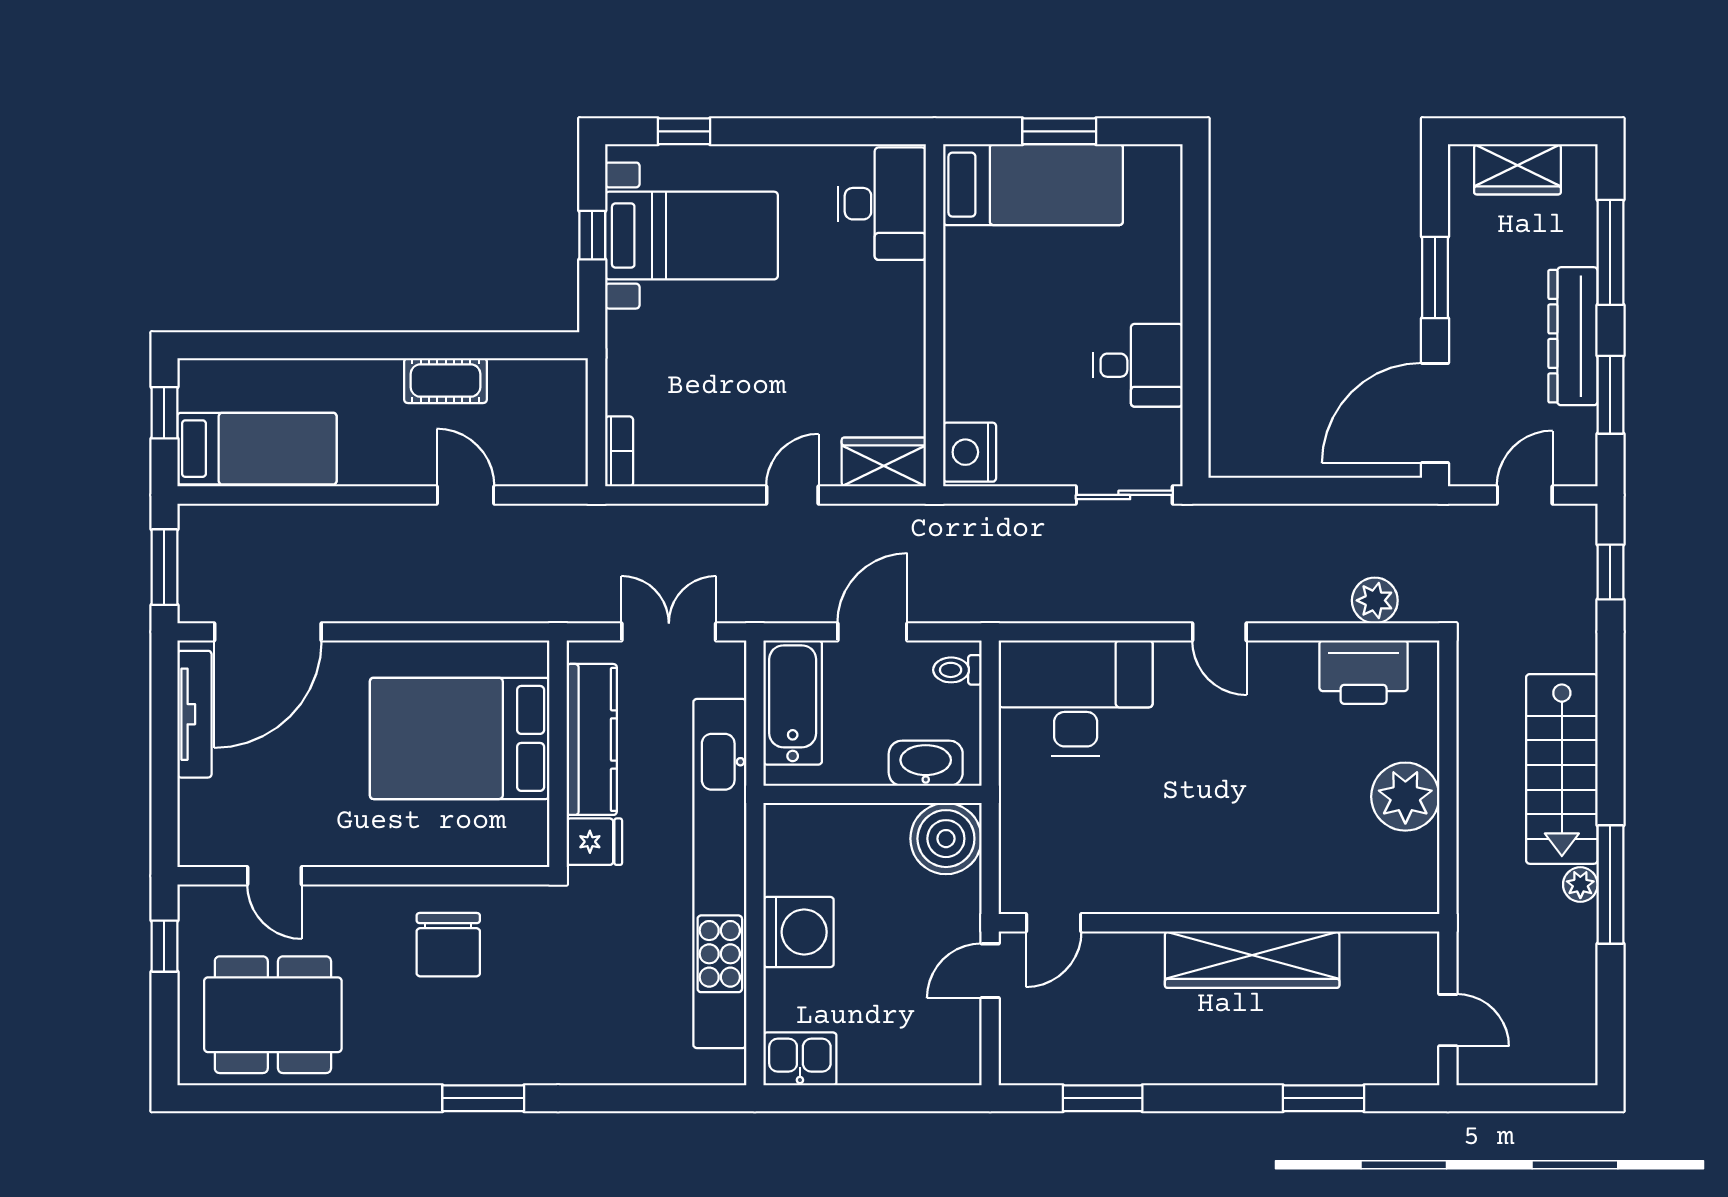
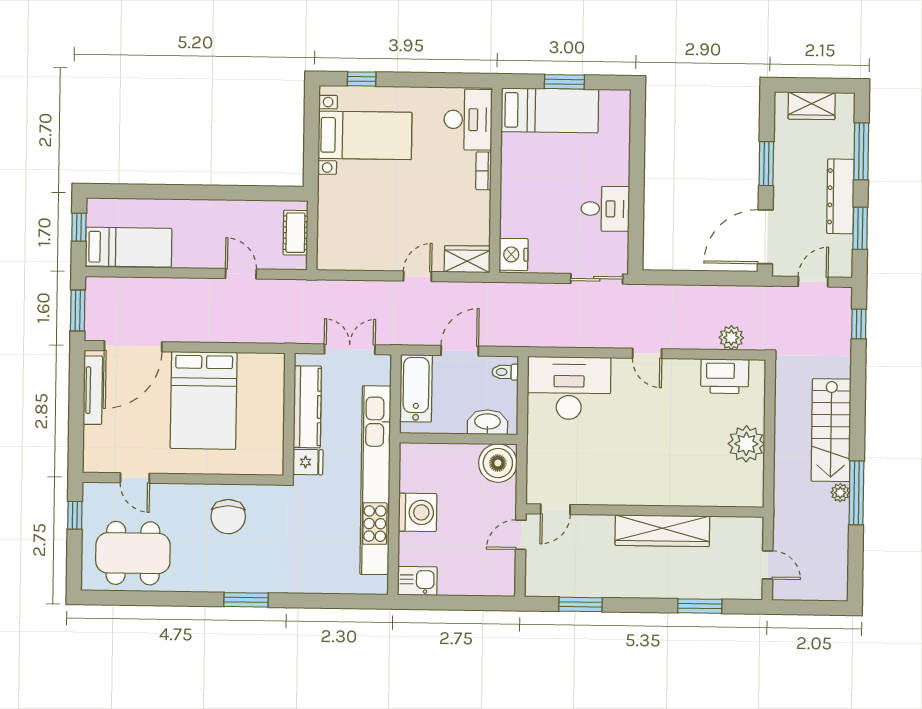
window: (592, 235) -> (311, 134), removed
cot: (446, 381) -> (295, 233), moved, turned 90
bookcase: (619, 451) -> (484, 171), moved, turned 180
bed: (460, 738) -> (204, 400), moved, turned -90

